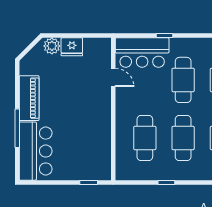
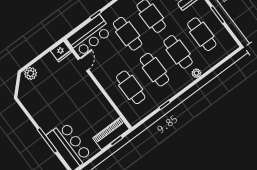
fridge: (72, 47) -> (61, 51), moved
door: (113, 78) -> (83, 65), hinge flipped
piano: (29, 98) -> (111, 133), moved, turned -90

